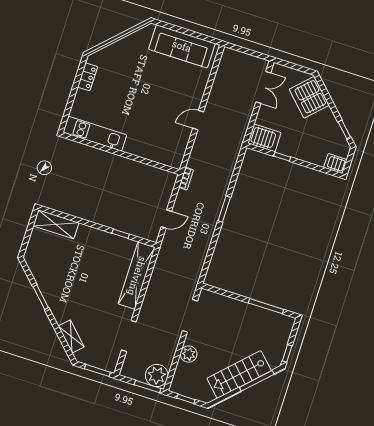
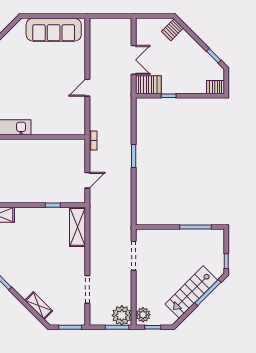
double door: (263, 87) -> (134, 60), moved
server rack: (309, 97) -> (172, 30), width x0.46, depth x0.70
shelving: (137, 276) -> (78, 227), width x0.68
plant: (189, 354) -> (143, 315), moved

